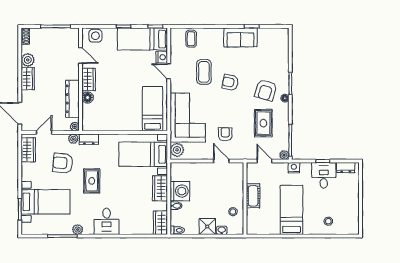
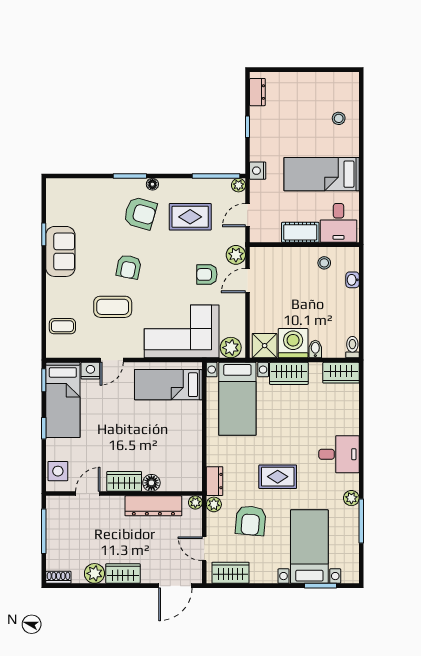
plant: (238, 153) -> (236, 255), added
desk: (324, 175) -> (339, 223), moved, turned -90
shower: (207, 227) -> (265, 346), moved

